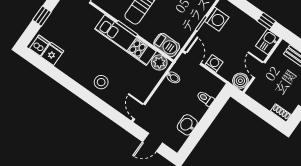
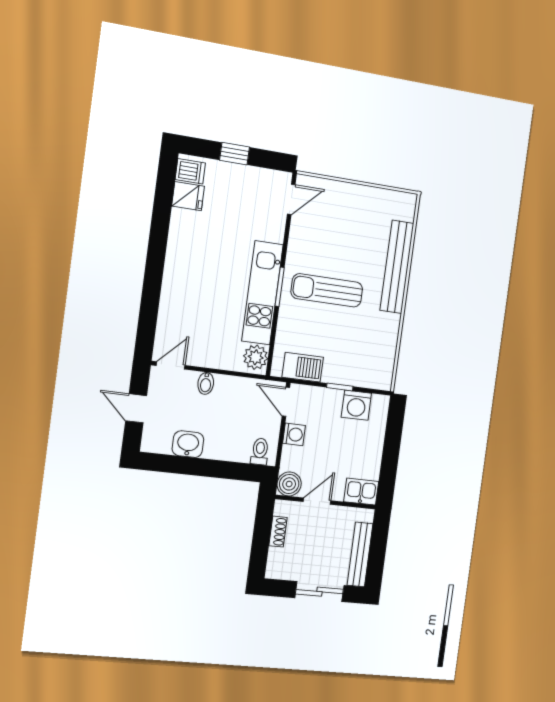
window: (266, 21) -> (388, 474), removed
barbecue: (167, 45) -> (303, 367), moved, turned -90
door: (193, 58) -> (286, 402), swing flipped
bidet: (173, 77) -> (206, 383), moved
stool: (101, 82) -> (184, 289), removed
toilet: (205, 98) -> (260, 451), moved
shoe rack: (281, 113) -> (278, 532), moved

